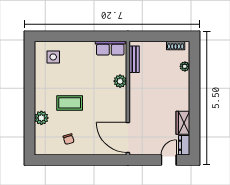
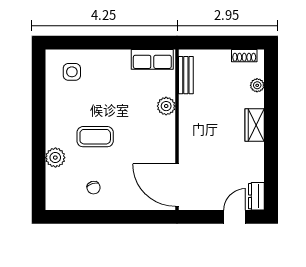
wardrobe: (183, 123) -> (255, 125), moved

